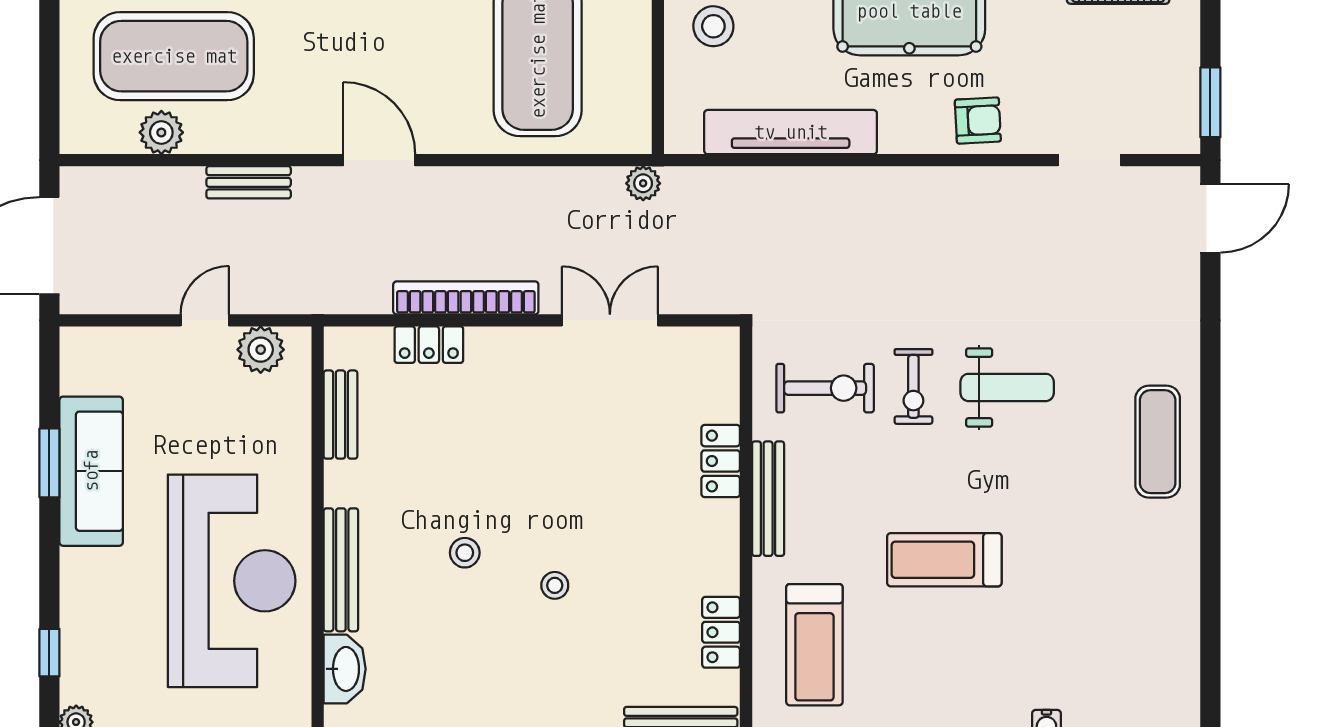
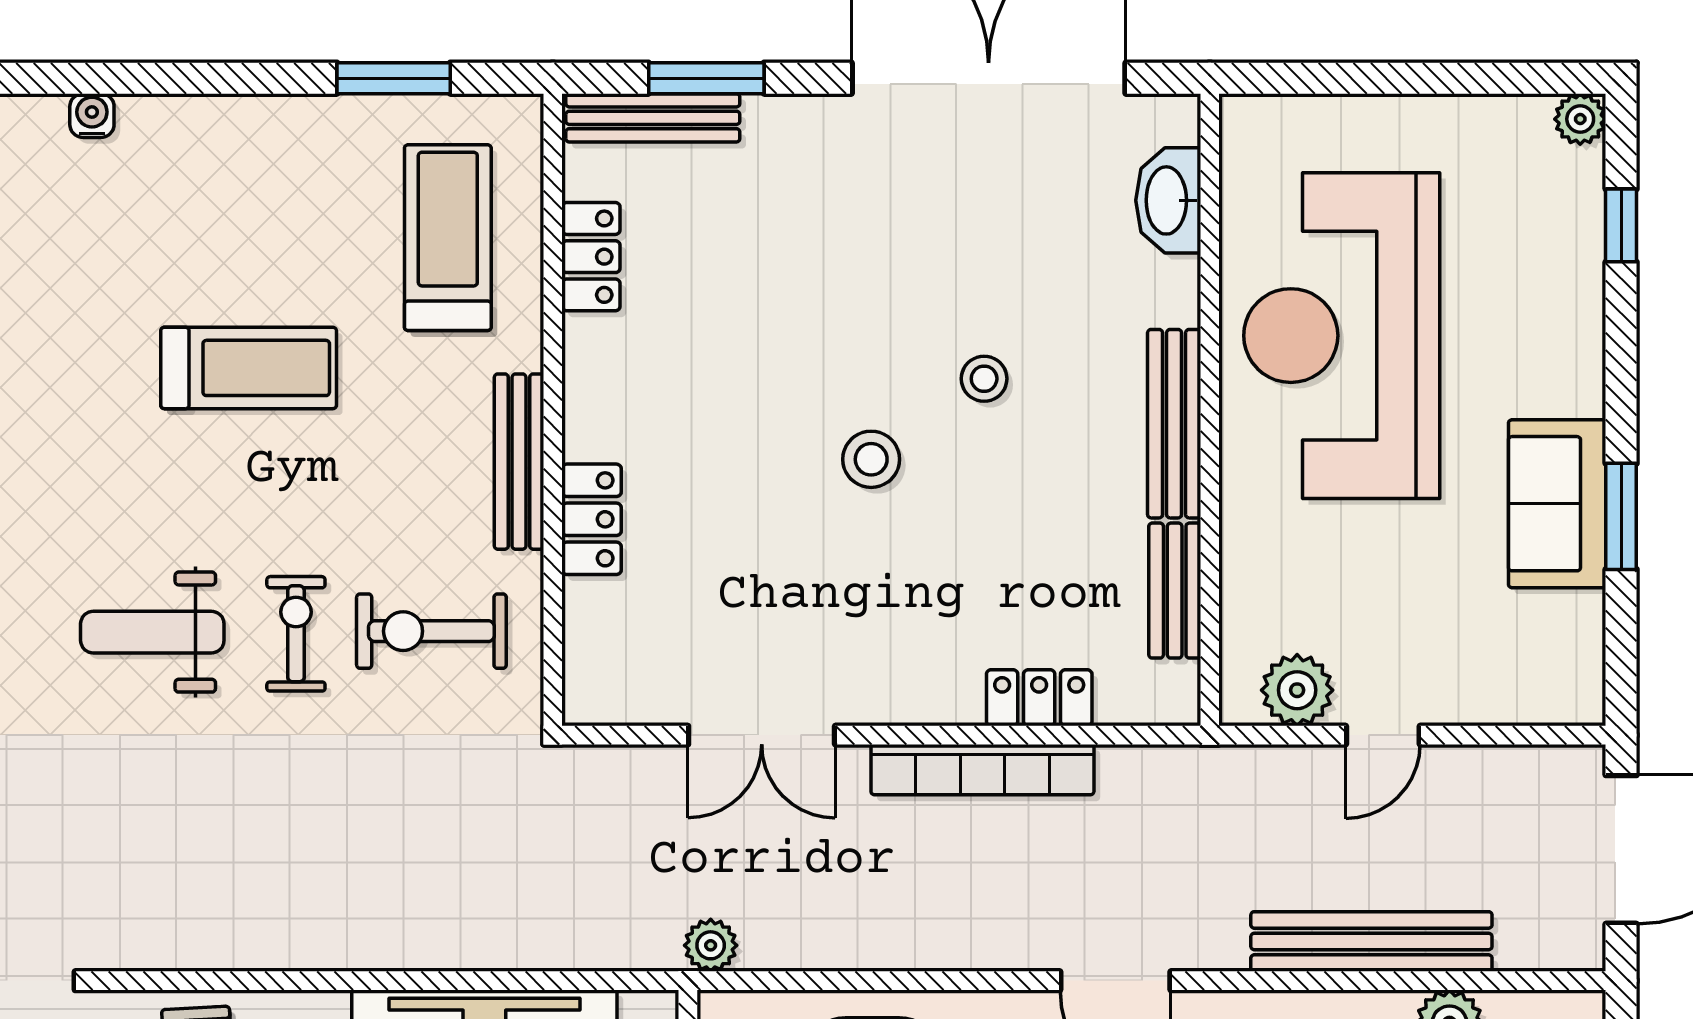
bench: (249, 182) -> (1371, 941), width x1.86, depth x1.21
sofa: (91, 471) -> (1557, 504), width x0.73
bench: (341, 570) -> (1174, 424), moved
stool: (555, 585) -> (871, 459), moved, width x1.37, depth x1.37

